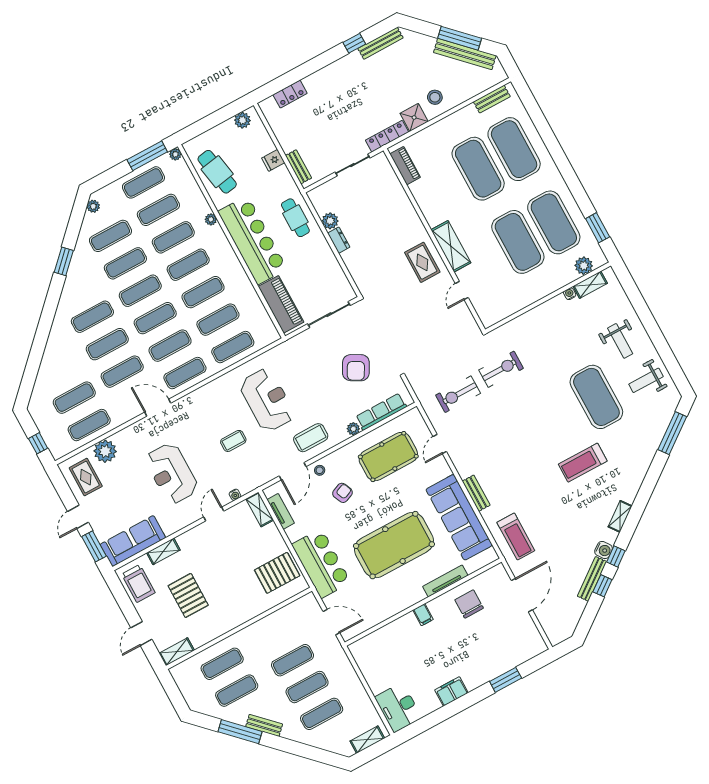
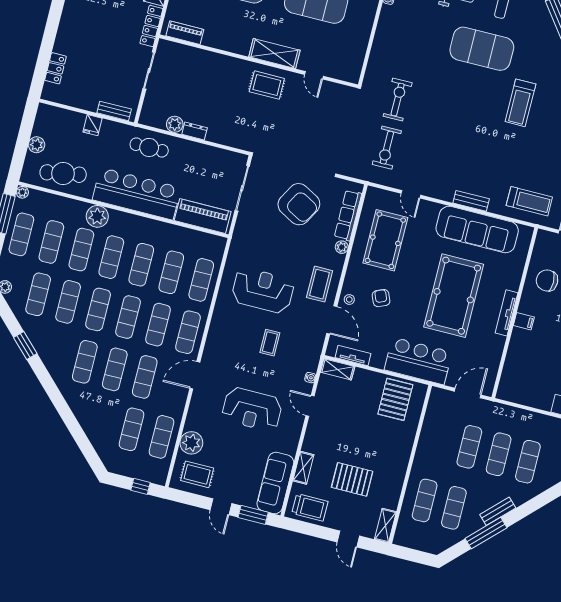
plant: (242, 120) -> (37, 145), moved
plant: (211, 219) -> (97, 216), width x1.88, depth x1.88
armchair: (356, 368) -> (299, 204), width x1.36, depth x1.36
tv unit: (445, 581) -> (507, 313), moved

